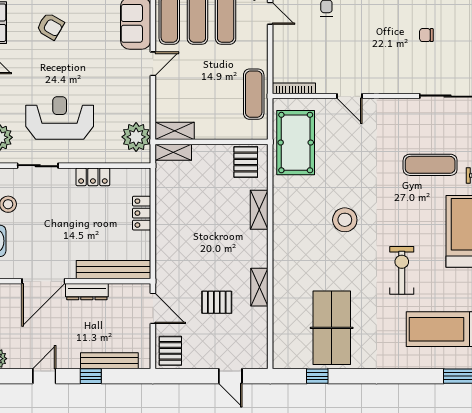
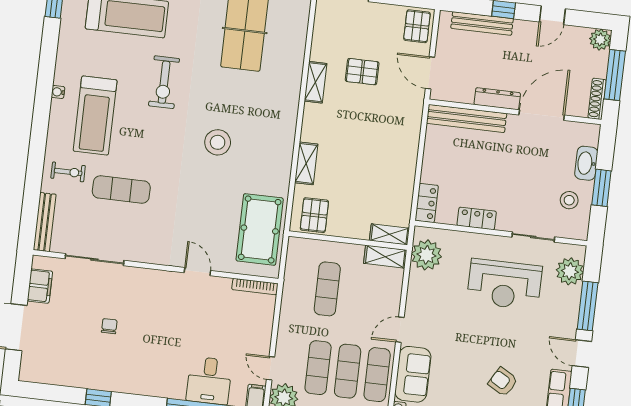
chair: (426, 35) -> (109, 326), turned -90
exercise mat: (254, 94) -> (327, 289), moved
locker: (142, 213) -> (427, 203), moved

